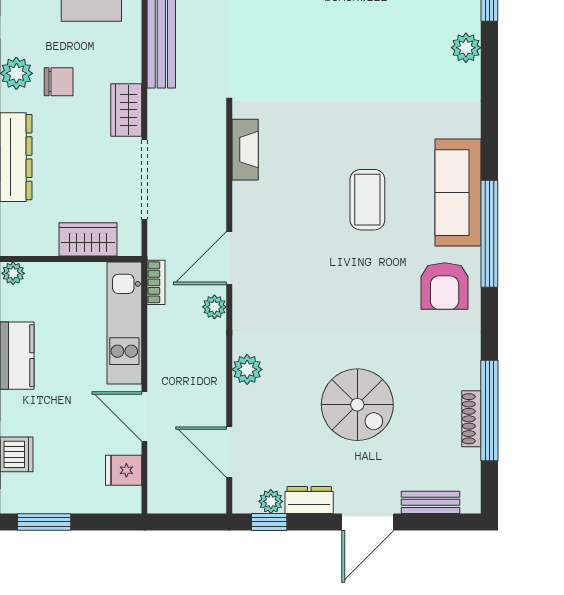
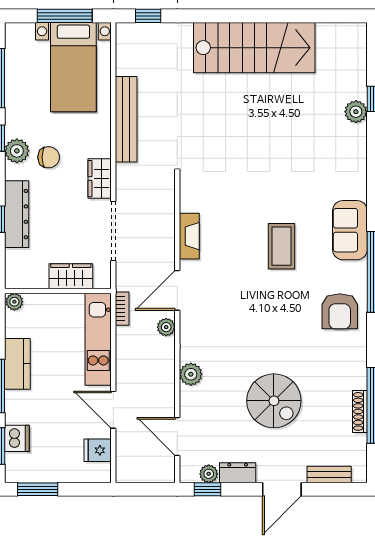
plant: (466, 48) -> (356, 112), moved
fireplace: (245, 150) -> (189, 236), moved
sofa: (458, 193) -> (350, 230), width x0.73

